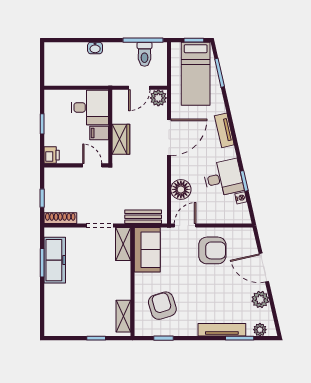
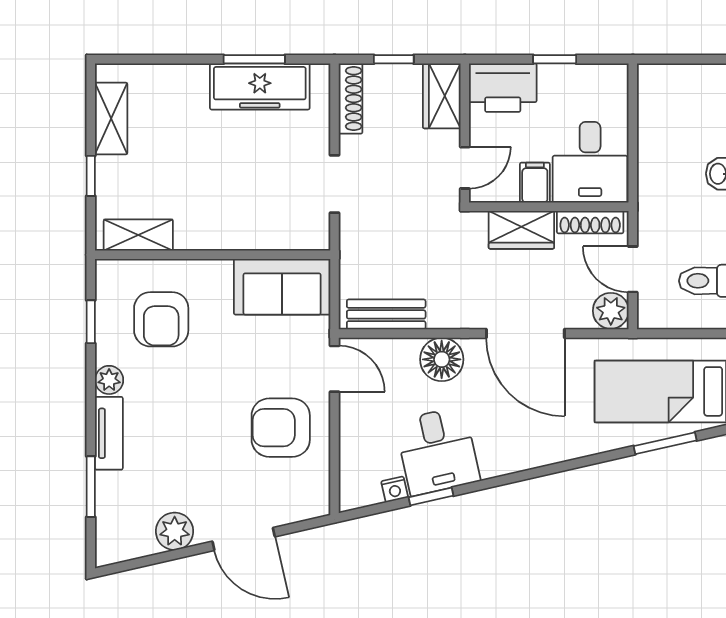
shoe rack: (117, 107) -> (590, 222), added
tv unit: (224, 130) -> (541, 453), removed
printer: (52, 155) -> (503, 88), width x1.87, depth x1.48
wardrobe: (59, 176) -> (442, 96), added
floor lamp: (181, 189) -> (442, 359), moved
bench: (143, 217) -> (386, 314), moved, turned 90
shelving: (123, 244) -> (111, 119), moved, turned 90
armchair: (212, 250) -> (281, 428), turned 90
door: (264, 268) -> (244, 539), swing flipped
armchair: (162, 306) -> (161, 319), turned 107
tv unit: (222, 330) -> (109, 433), width x0.71
plant: (260, 330) -> (109, 380), moved

